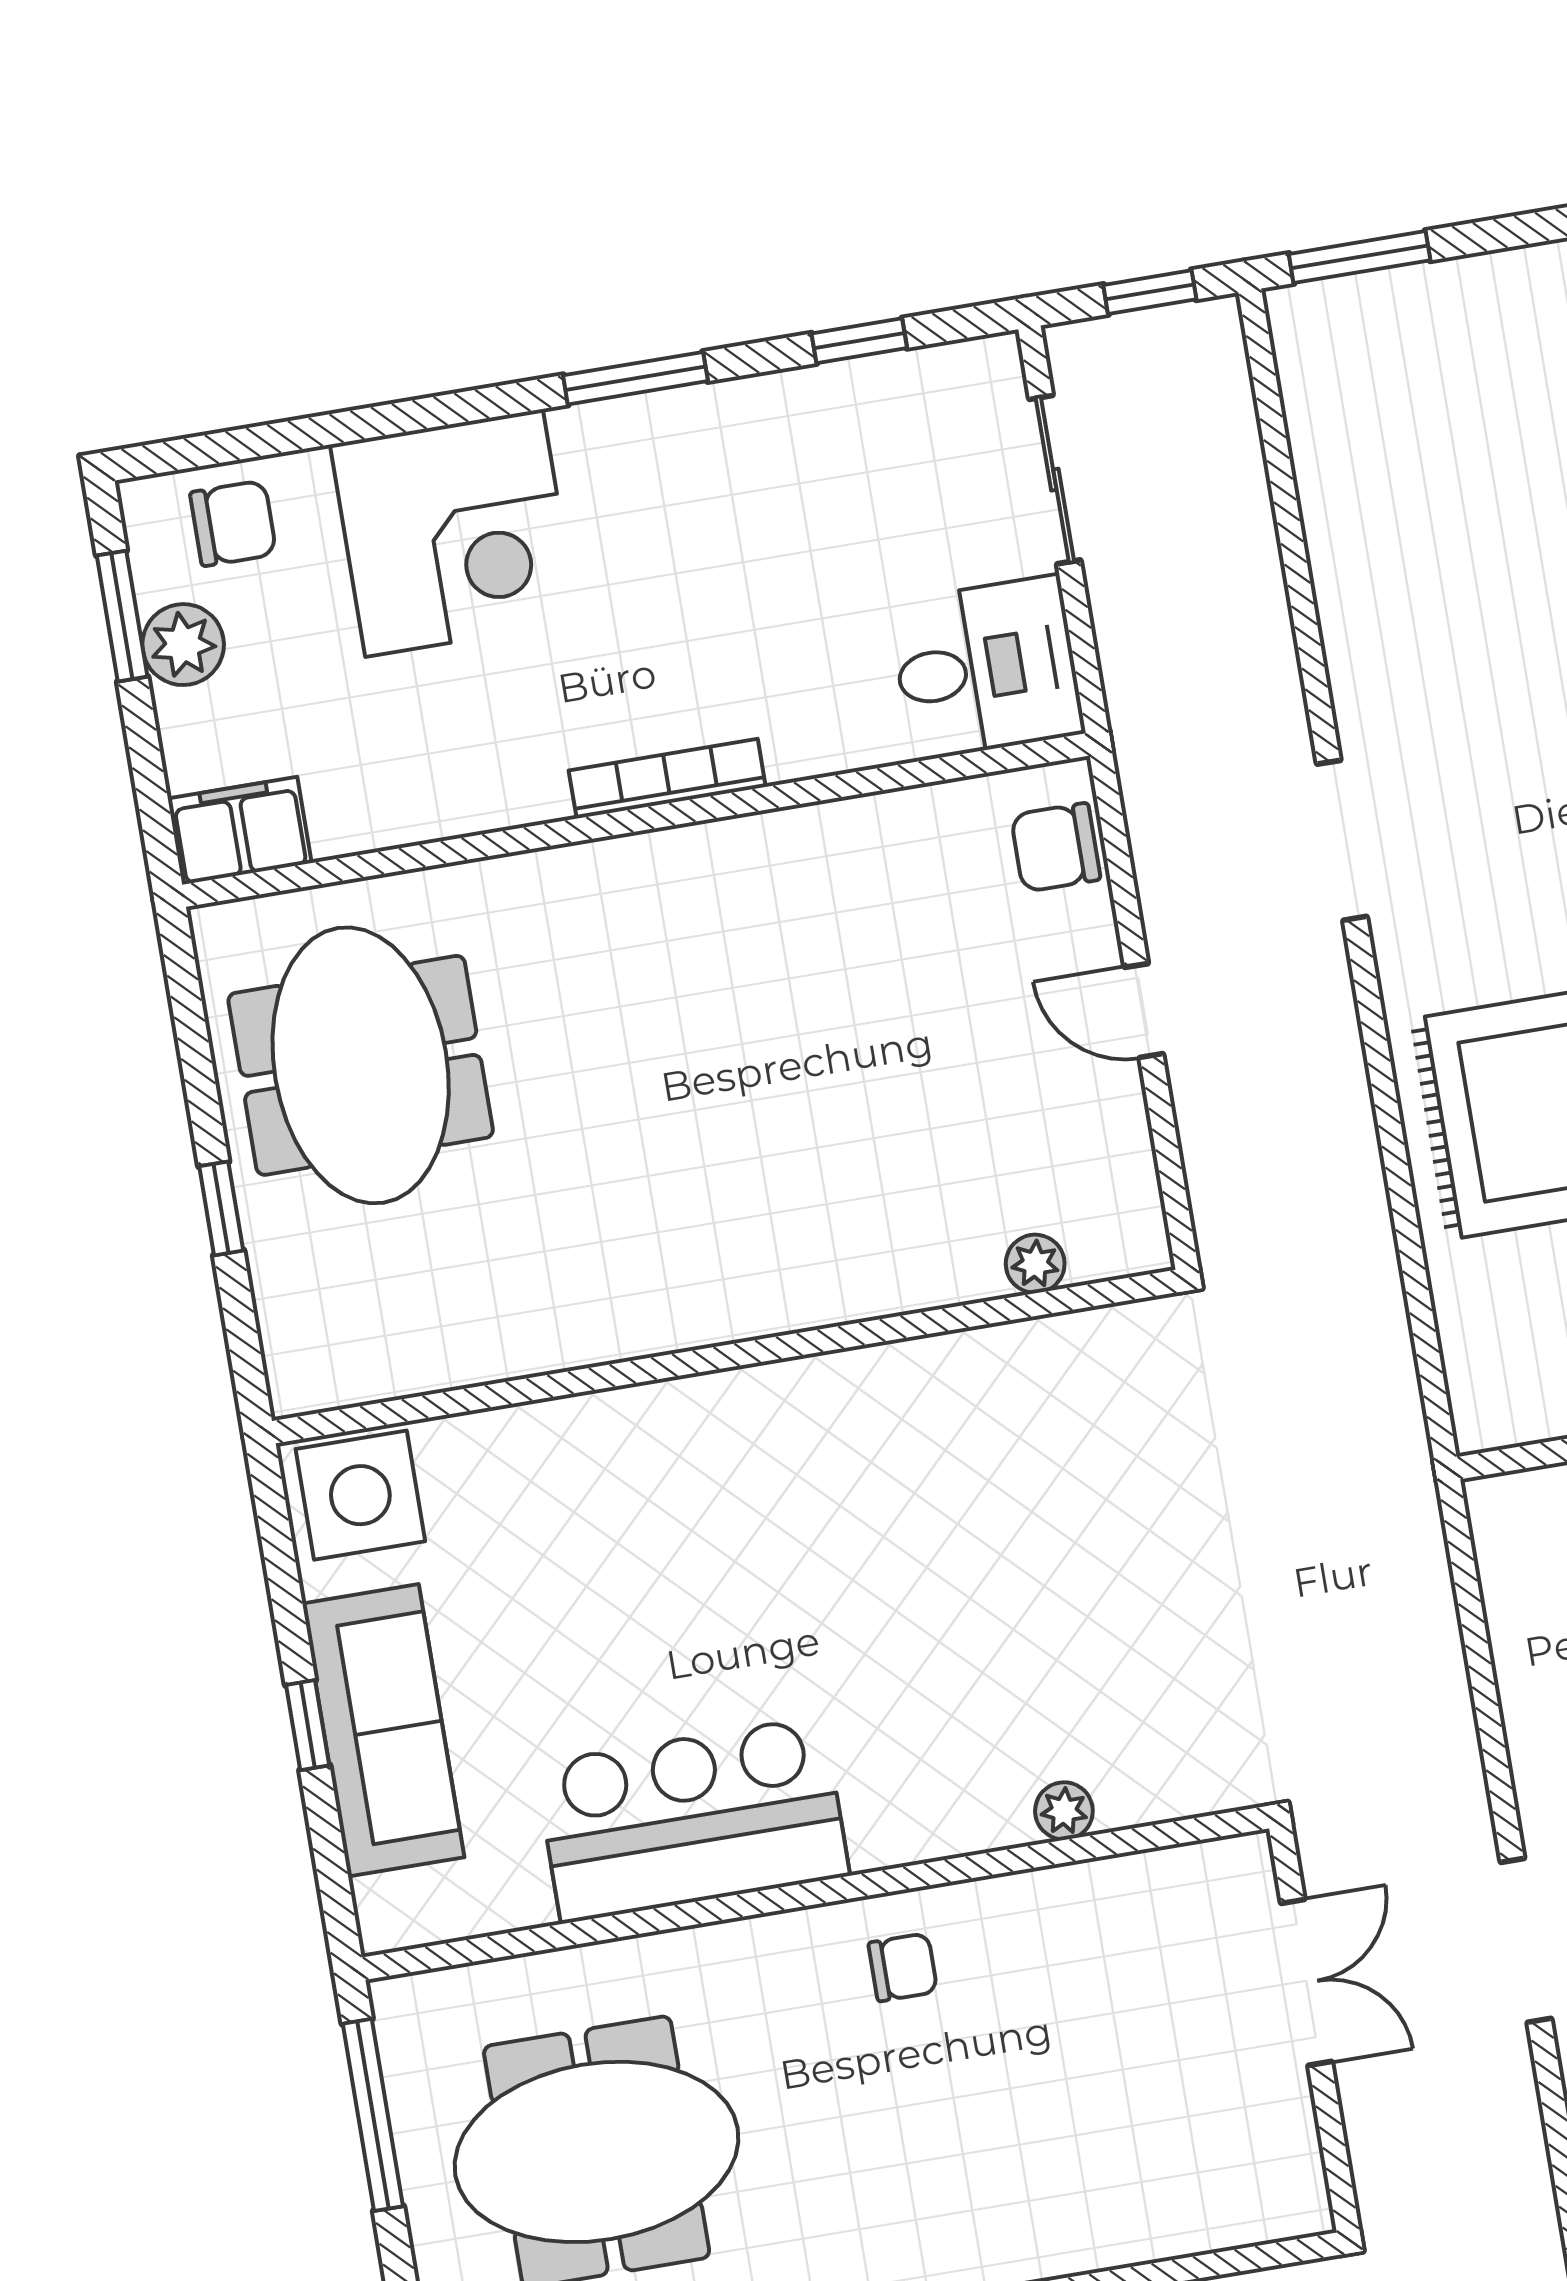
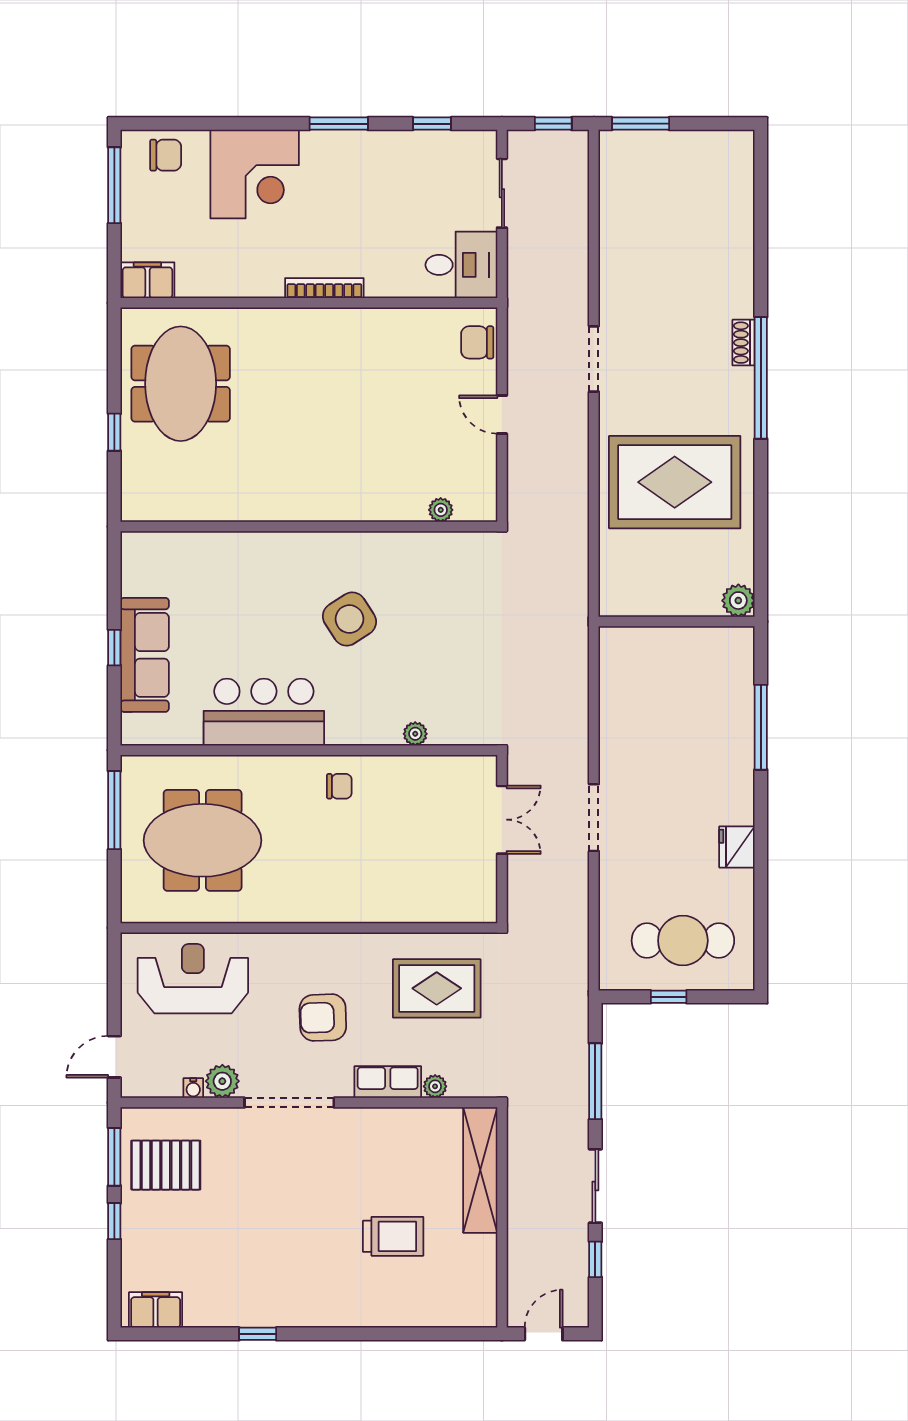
window: (122, 616) -> (114, 185), width x1.44
plant: (183, 645) -> (137, 201), removed
side table: (360, 1495) -> (349, 619), moved, turned -33

